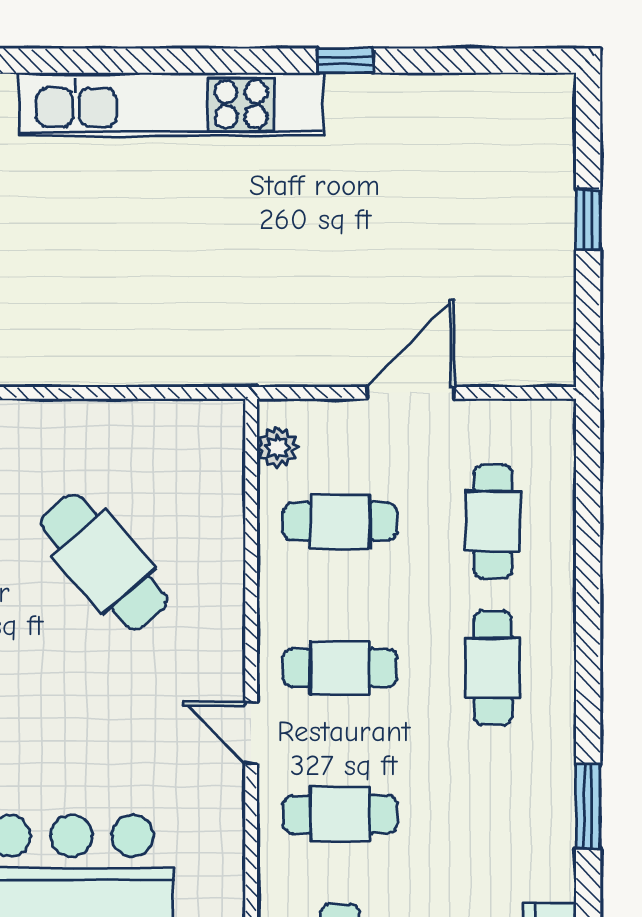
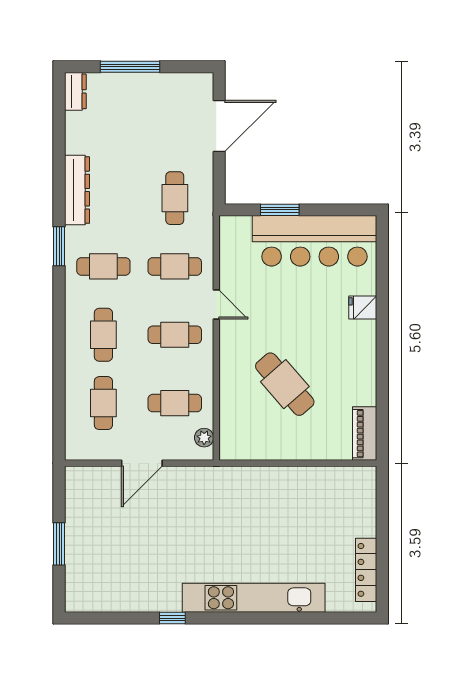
window: (588, 220) -> (59, 544), width x1.50
window: (588, 807) -> (59, 246), moved
cafe table: (493, 814) -> (103, 266), added

